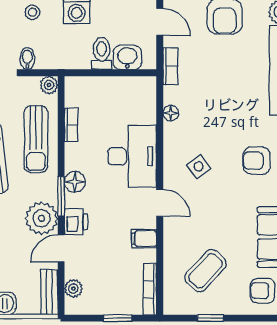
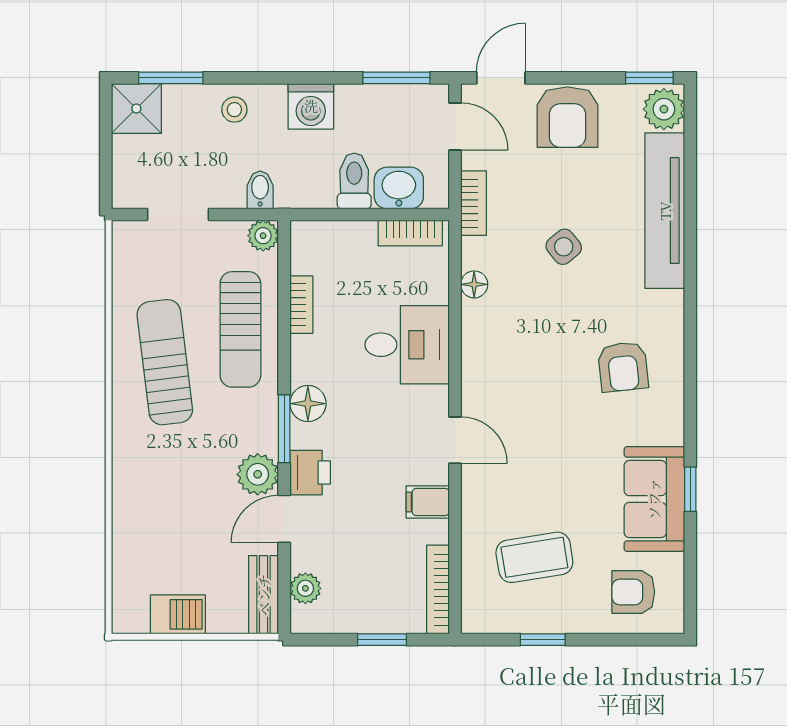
bidet: (27, 59) -> (260, 190), moved
bookcase: (134, 83) -> (410, 233), added
desk: (132, 156) -> (407, 345), width x0.73
armchair: (257, 161) -> (623, 367), turned -96
side table: (199, 167) -> (564, 247), moved
plant: (42, 218) -> (258, 474), width x0.73, depth x0.73
coffee table: (206, 271) -> (534, 557), turned 38

